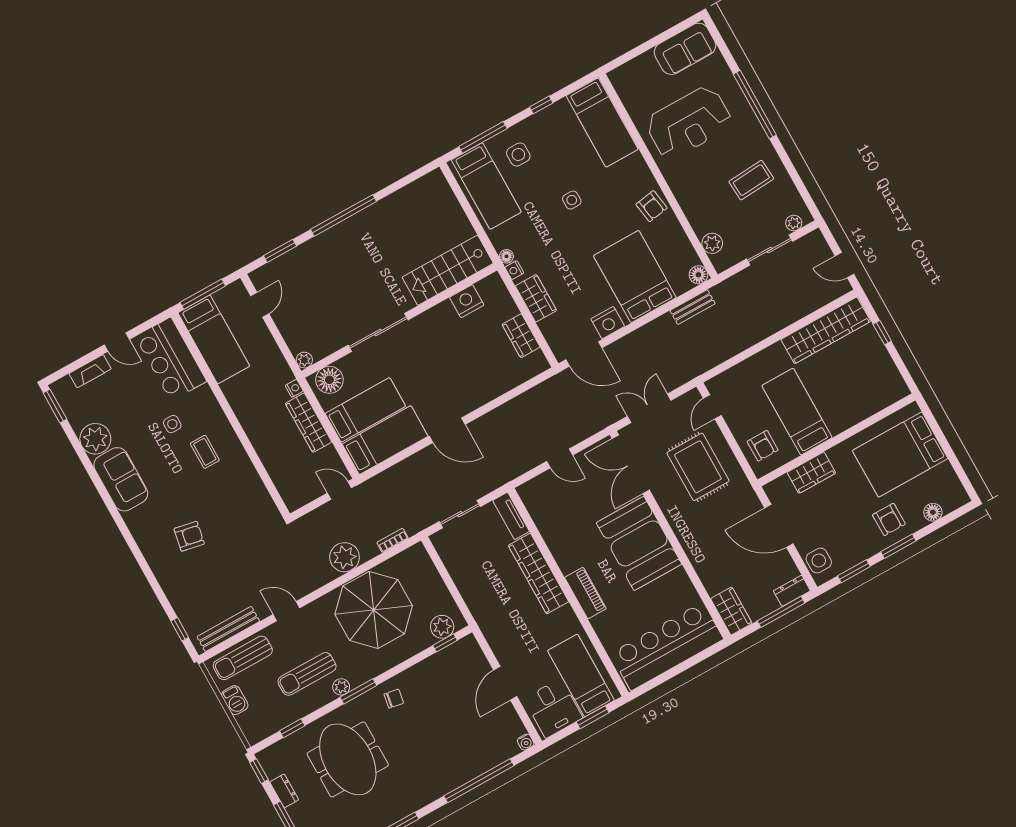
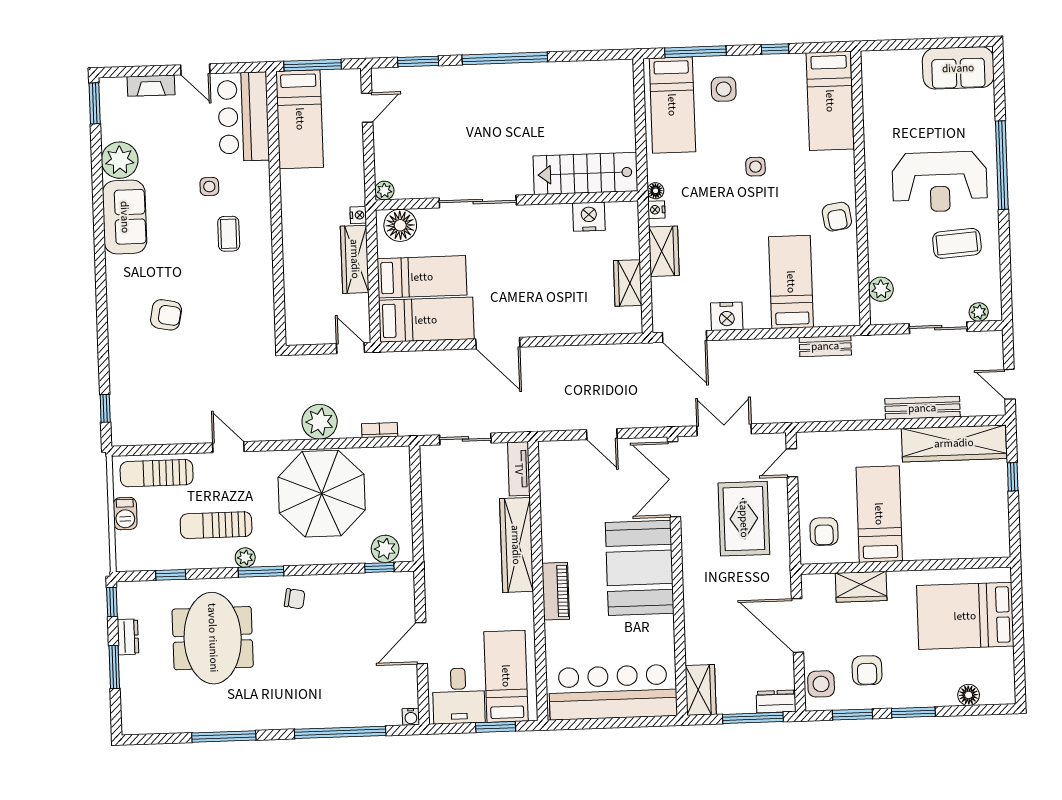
reception desk: (689, 123) -> (940, 182), moved
floor lamp: (698, 275) -> (849, 315), removed
bed: (635, 277) -> (791, 282), width x0.67
armchair: (889, 519) -> (867, 670), moved
bench: (228, 629) -> (922, 408), moved

